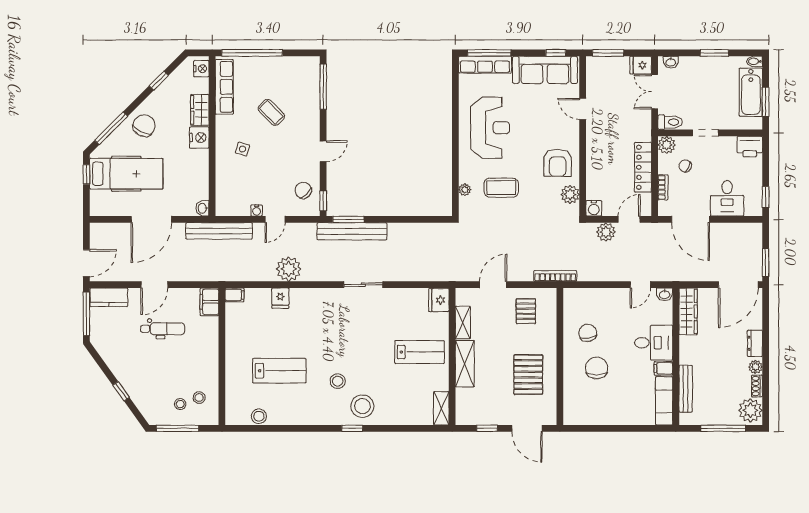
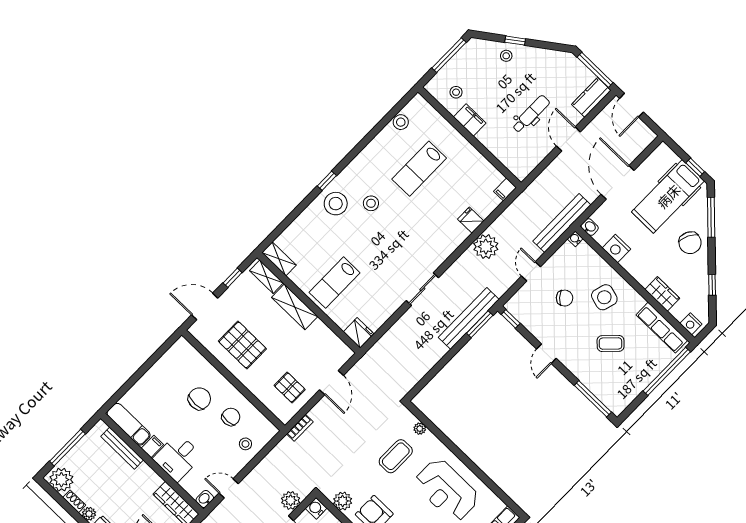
nightstand: (199, 138) -> (616, 248), moved
side table: (243, 149) -> (604, 297), width x1.87, depth x1.87
chair: (303, 190) -> (565, 298), moved
water cooler: (257, 210) -> (575, 239), moved
bookcase: (555, 276) -> (300, 428), width x0.64
door: (640, 285) -> (229, 488), hinge flipped
filing cabinet: (209, 302) -> (470, 120), moved
stool: (597, 304) -> (245, 444), added
shelving: (463, 323) -> (266, 277), moved
dental chair: (163, 329) -> (531, 114), turned 180
chair: (588, 333) -> (231, 417), turned -85
chair: (597, 368) -> (199, 399), turned -90
stool: (180, 404) -> (506, 56), moved

